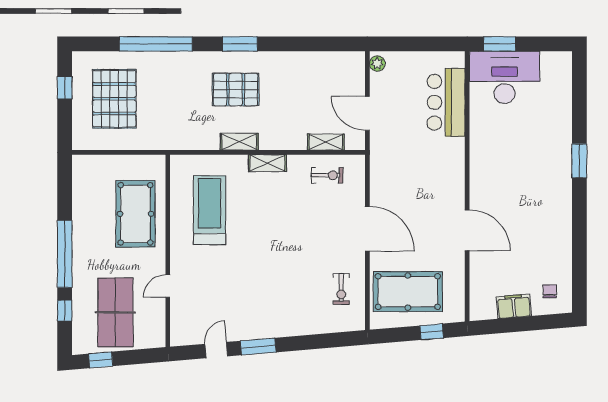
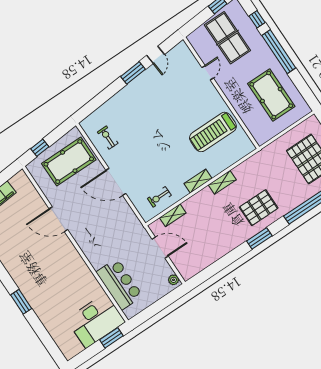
pallet: (236, 90) -> (259, 208), moved
treadmill: (210, 210) -> (213, 132), turned 90
pool table: (135, 214) -> (271, 95), moved

